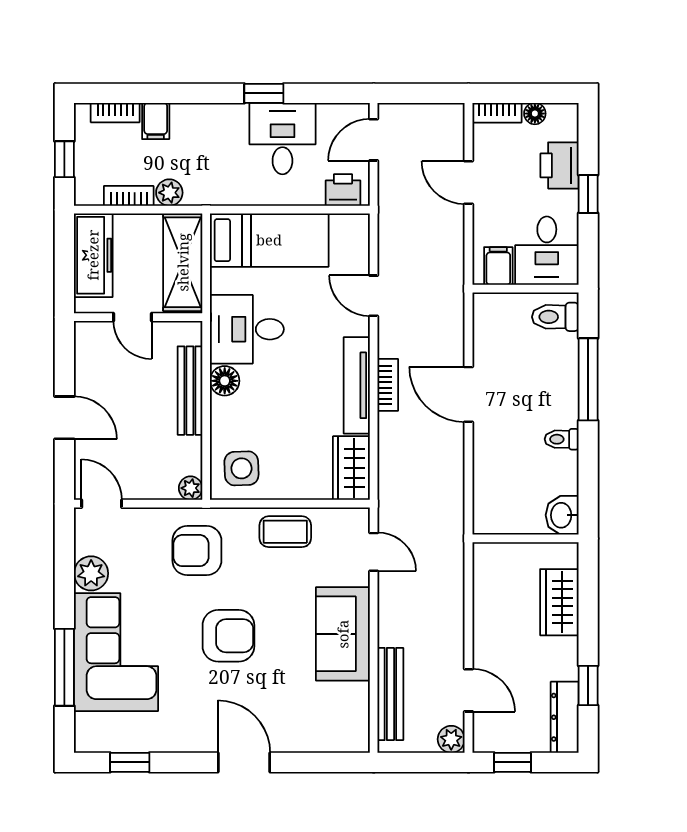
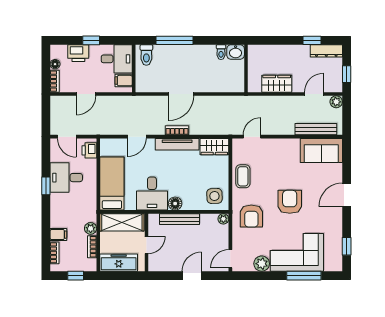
toilet: (562, 439) -> (221, 52), moved
wardrobe: (559, 602) -> (277, 84), moved, turned 180
sofa: (343, 634) -> (321, 150), moved

